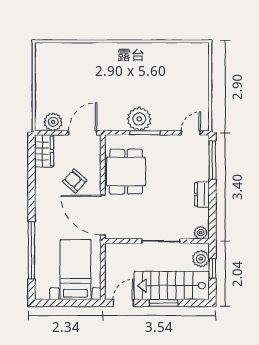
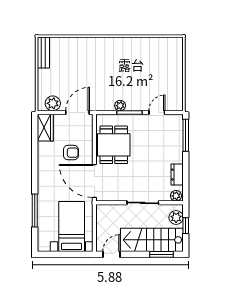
bench: (42, 61) -> (43, 53), added
plant: (139, 119) -> (120, 106), width x0.53, depth x0.53
door: (191, 133) -> (157, 112), moved
armchair: (75, 181) -> (71, 153), turned 138
dresser: (202, 194) -> (177, 175), moved
window: (31, 250) -> (35, 210), width x0.68
window: (164, 303) -> (161, 254), moved

